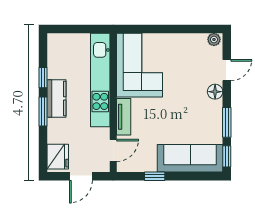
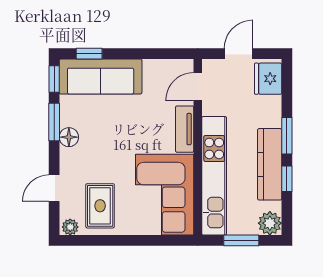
window: (79, 29) -> (241, 240), added
plant: (56, 42) -> (270, 223), added
rug: (190, 56) -> (100, 206), added
floor lamp: (215, 92) -> (69, 137), moved
kitchen counter: (56, 98) -> (270, 164), width x1.50
window: (155, 176) -> (89, 54), moved

